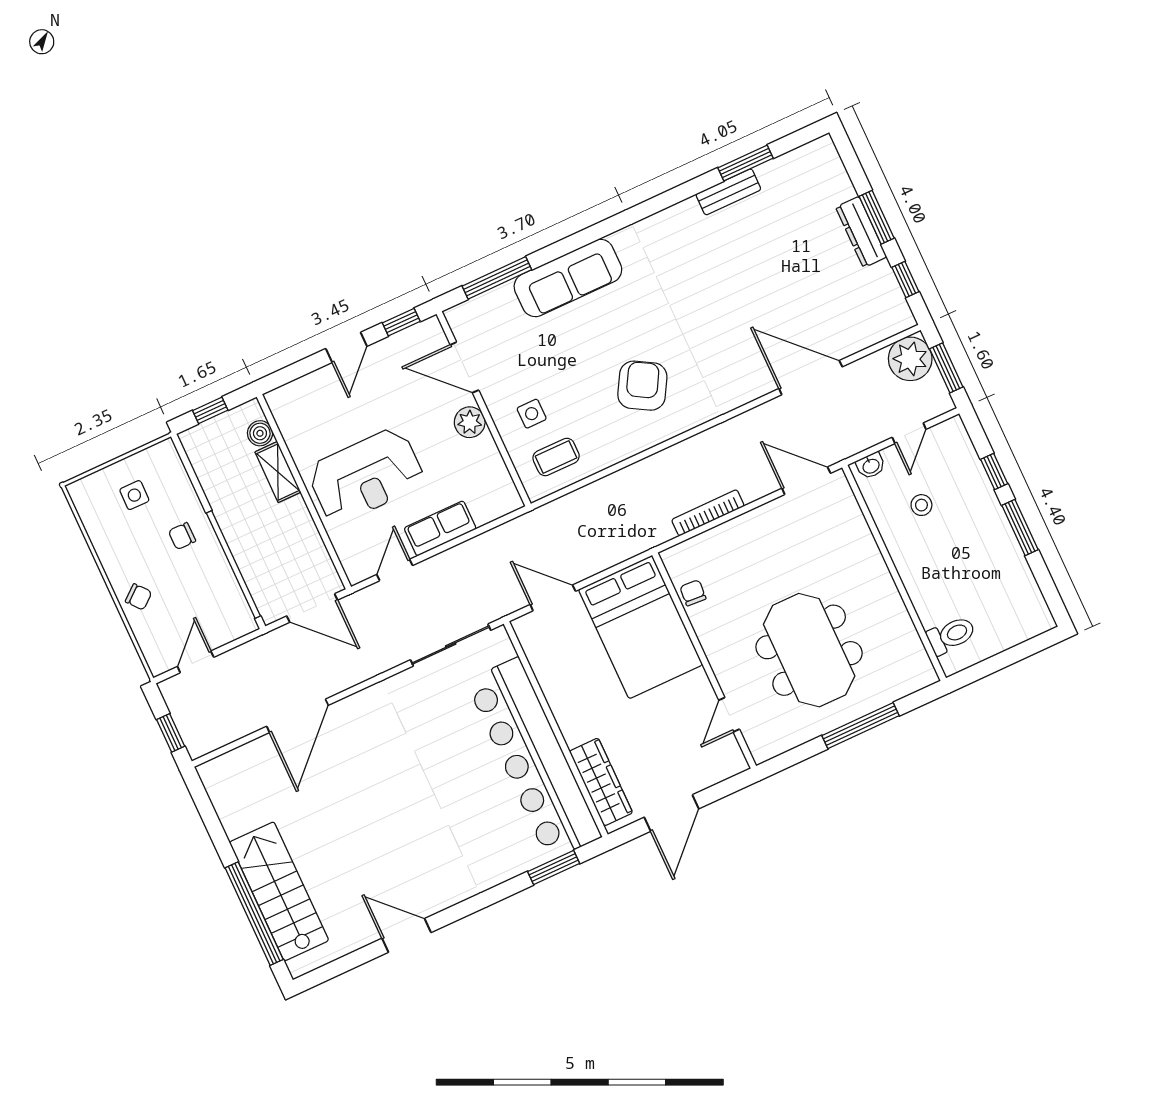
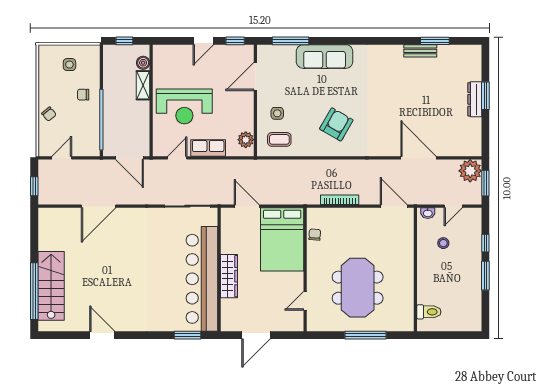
window: (905, 280) -> (485, 132), removed
door: (464, 367) -> (255, 76), hinge flipped
plant: (470, 422) -> (246, 140), moved
wardrobe: (601, 782) -> (229, 276), moved

